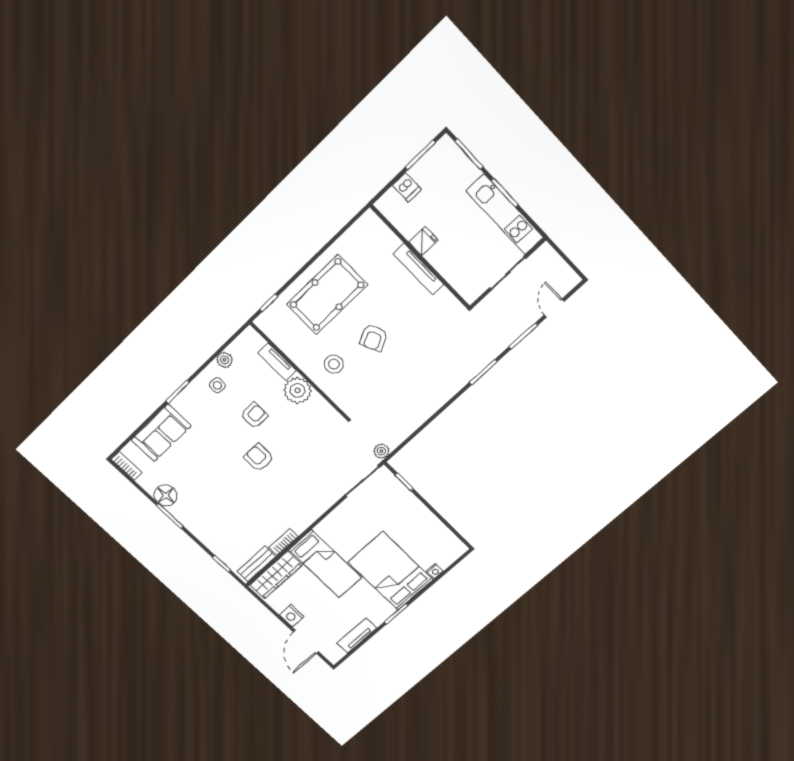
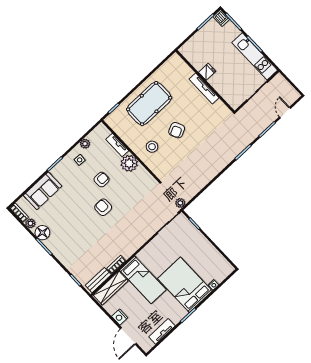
dishwasher: (407, 187) -> (221, 18), moved
plant: (146, 482) -> (30, 223), added

